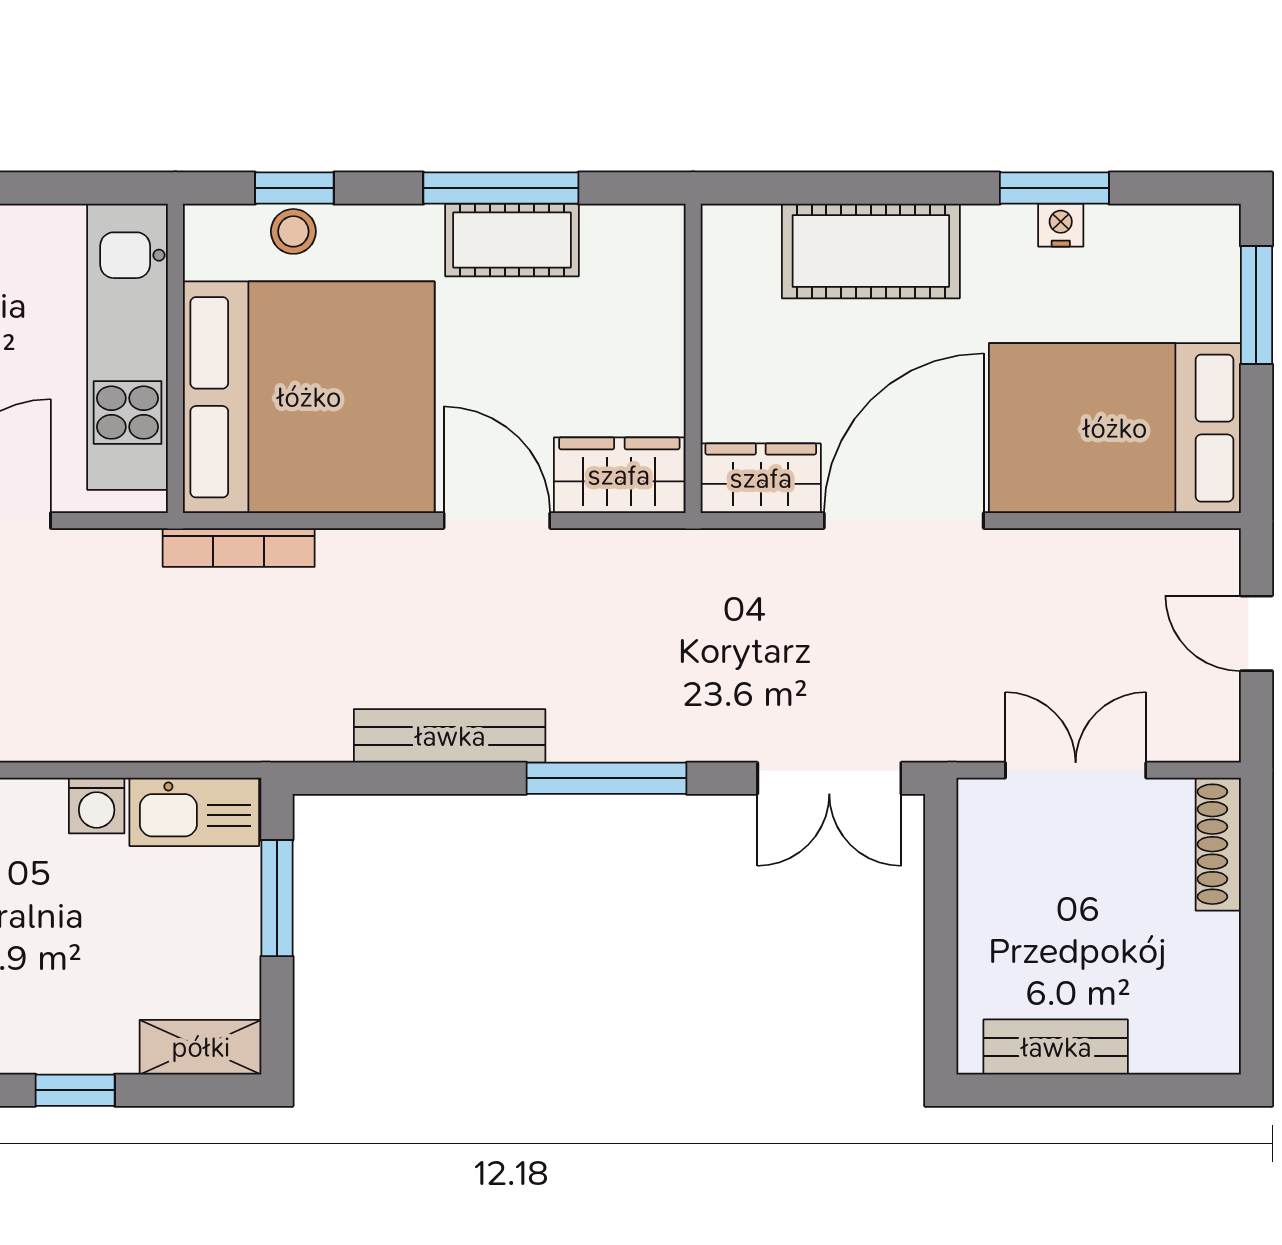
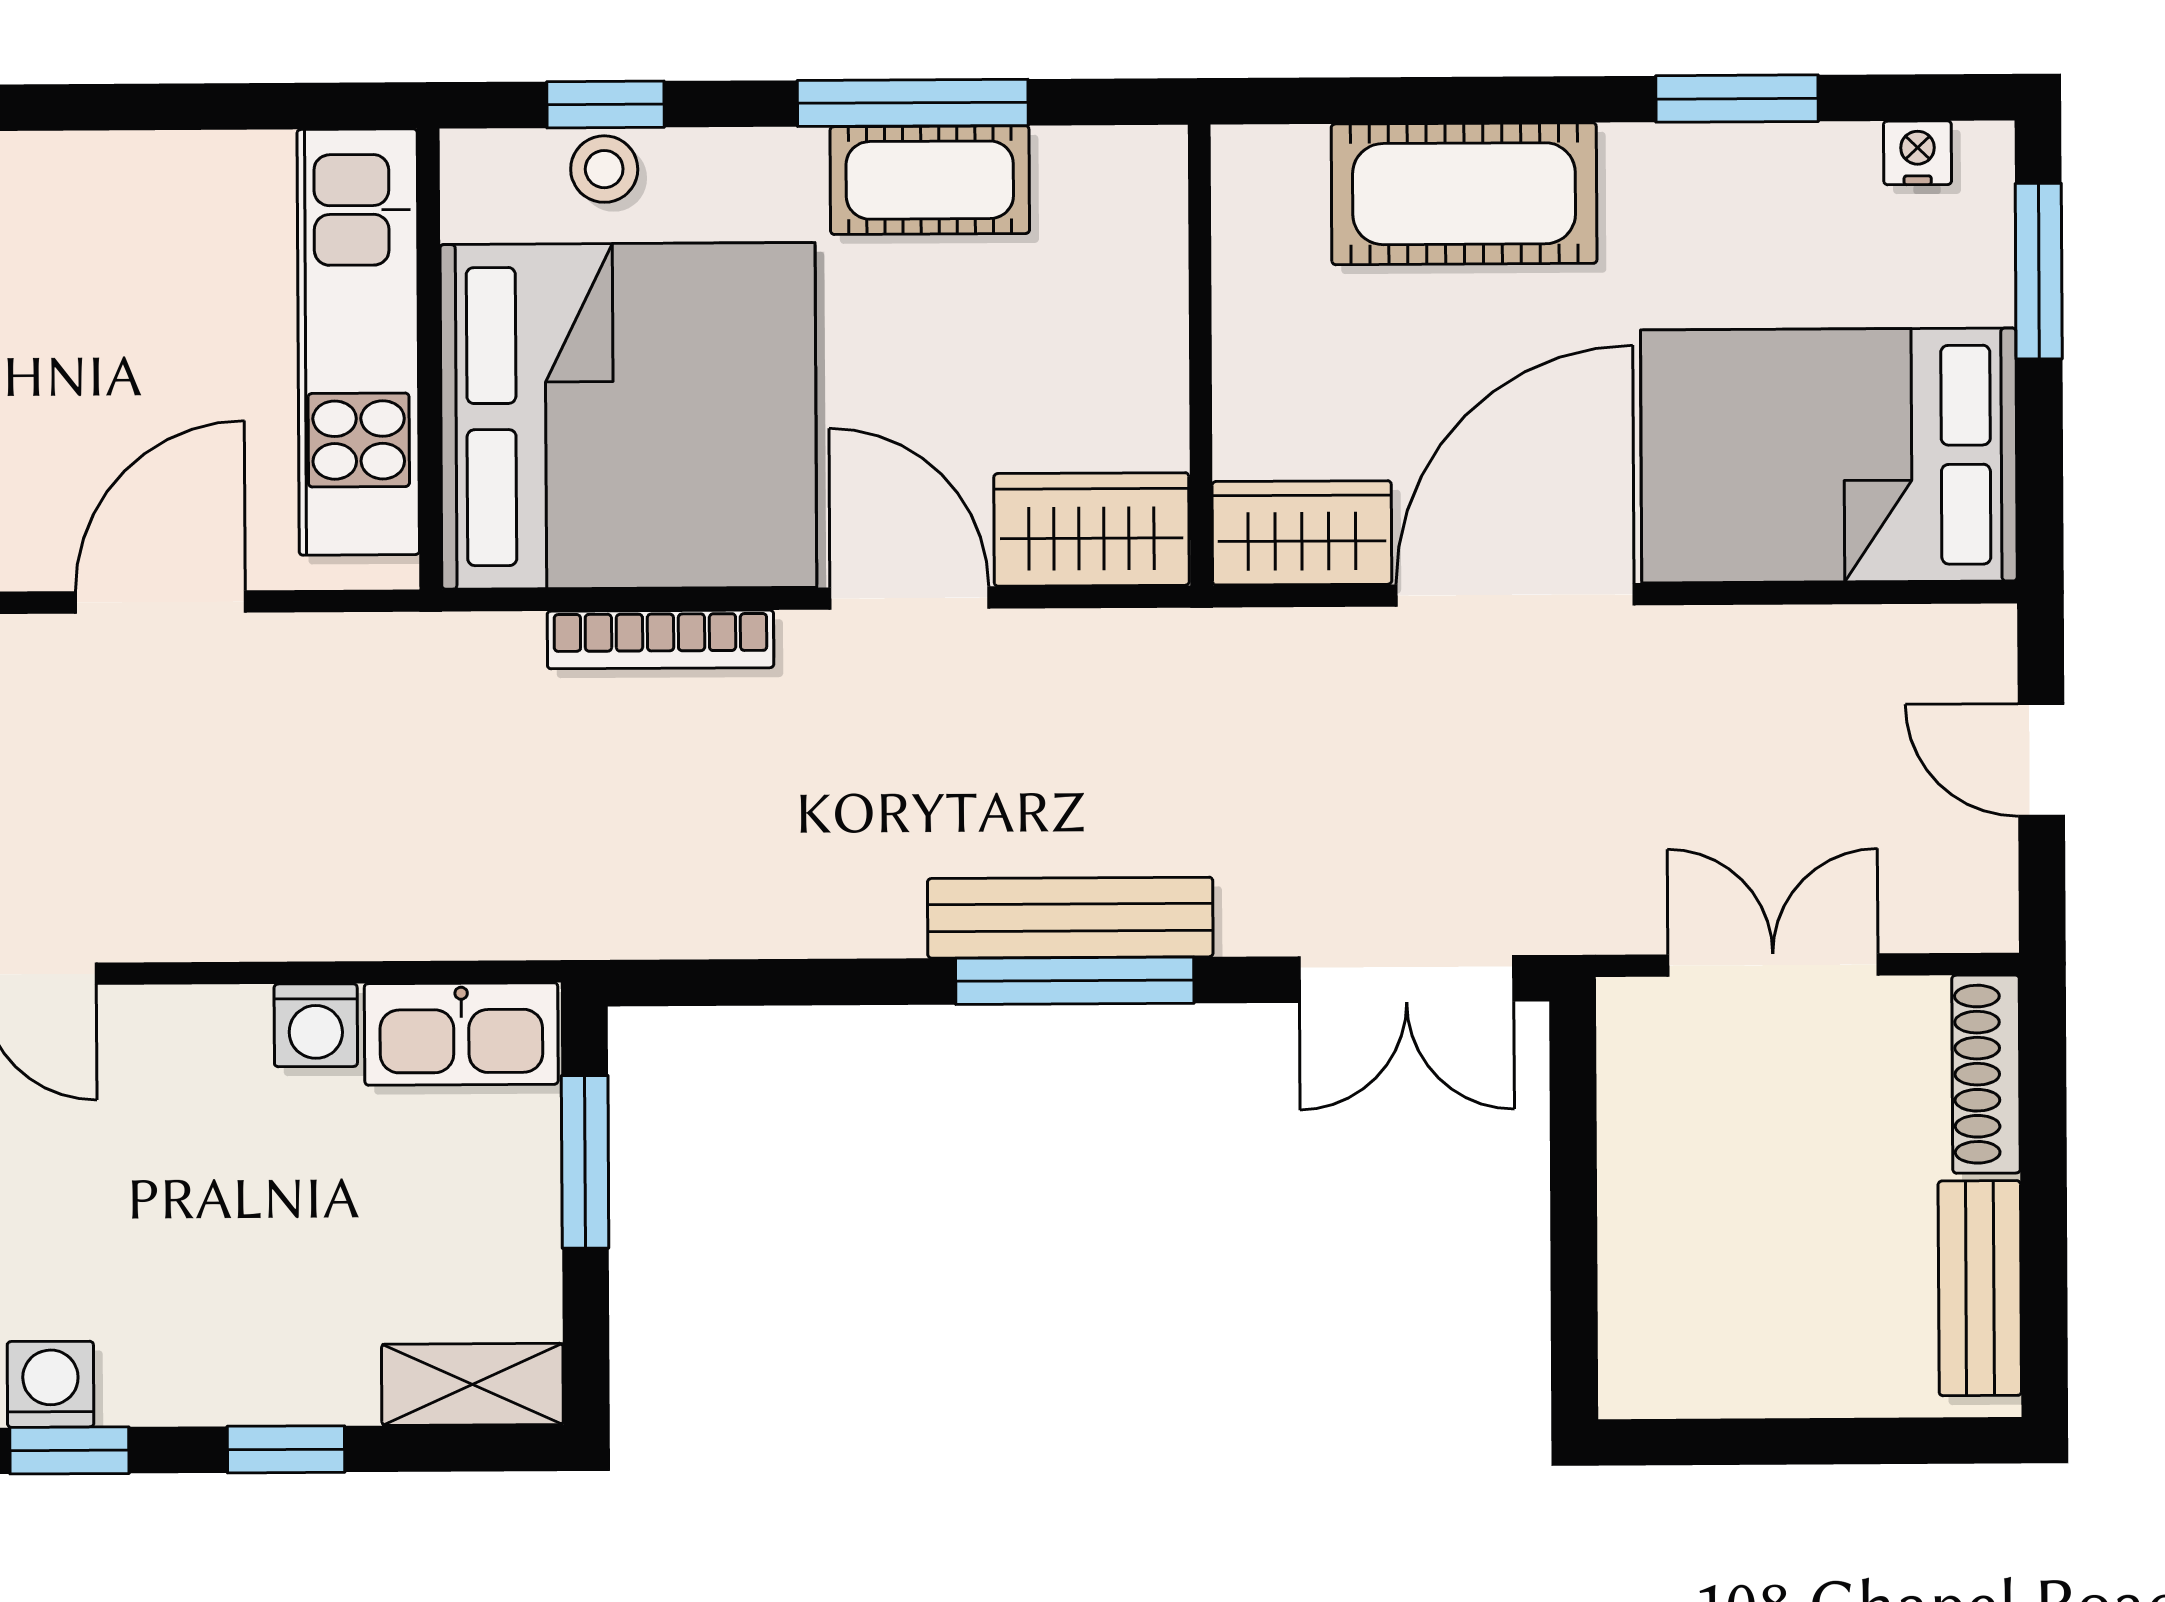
nightstand: (1061, 225) -> (1918, 153), moved
bookcase: (239, 548) -> (660, 639), moved
bench: (450, 736) -> (1070, 918), moved
bench: (1056, 1047) -> (1980, 1288), moved, turned 90

